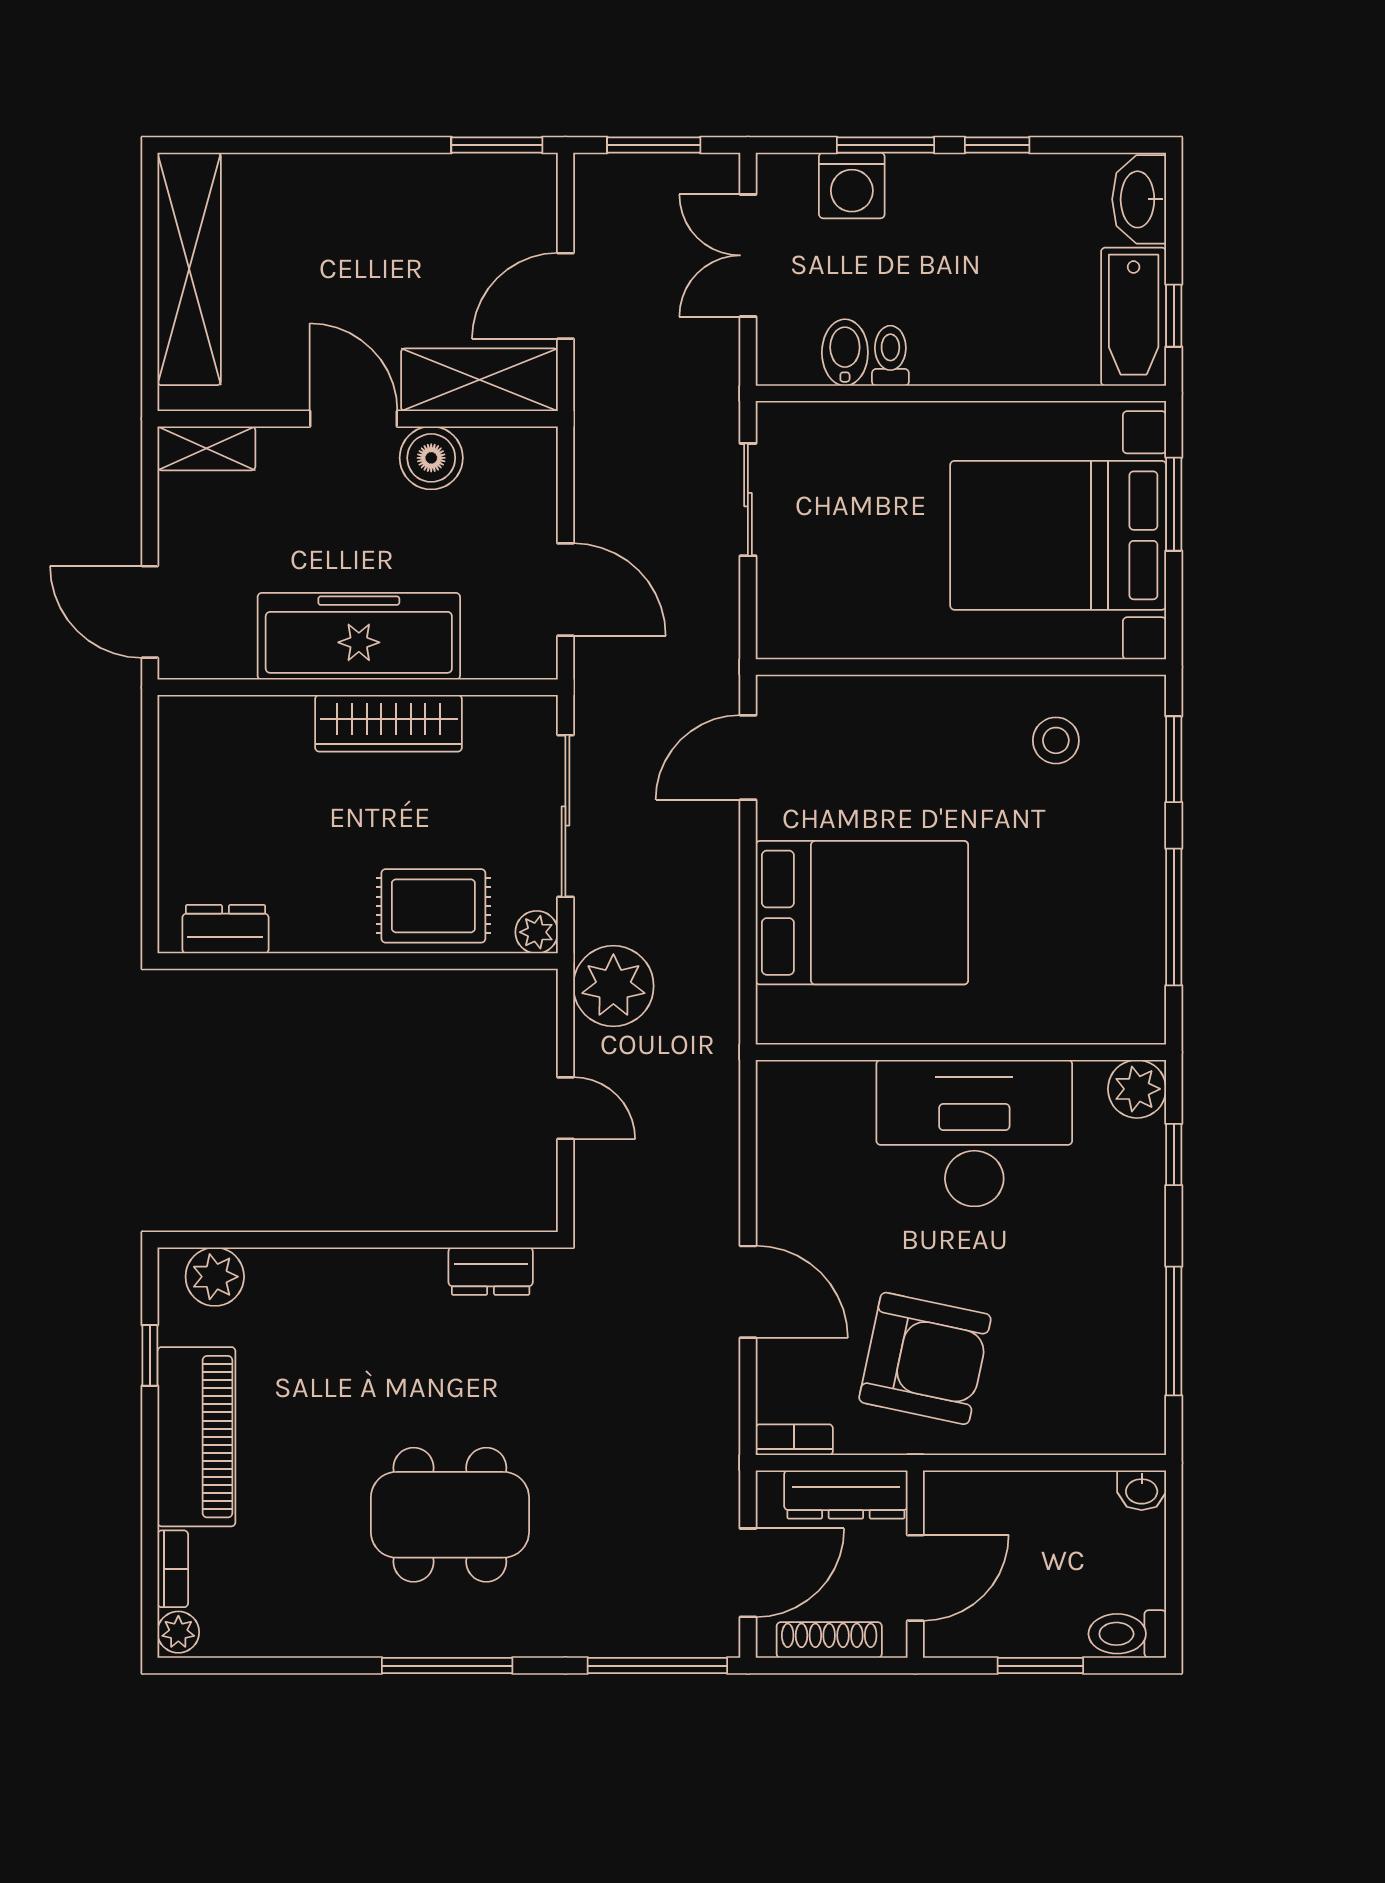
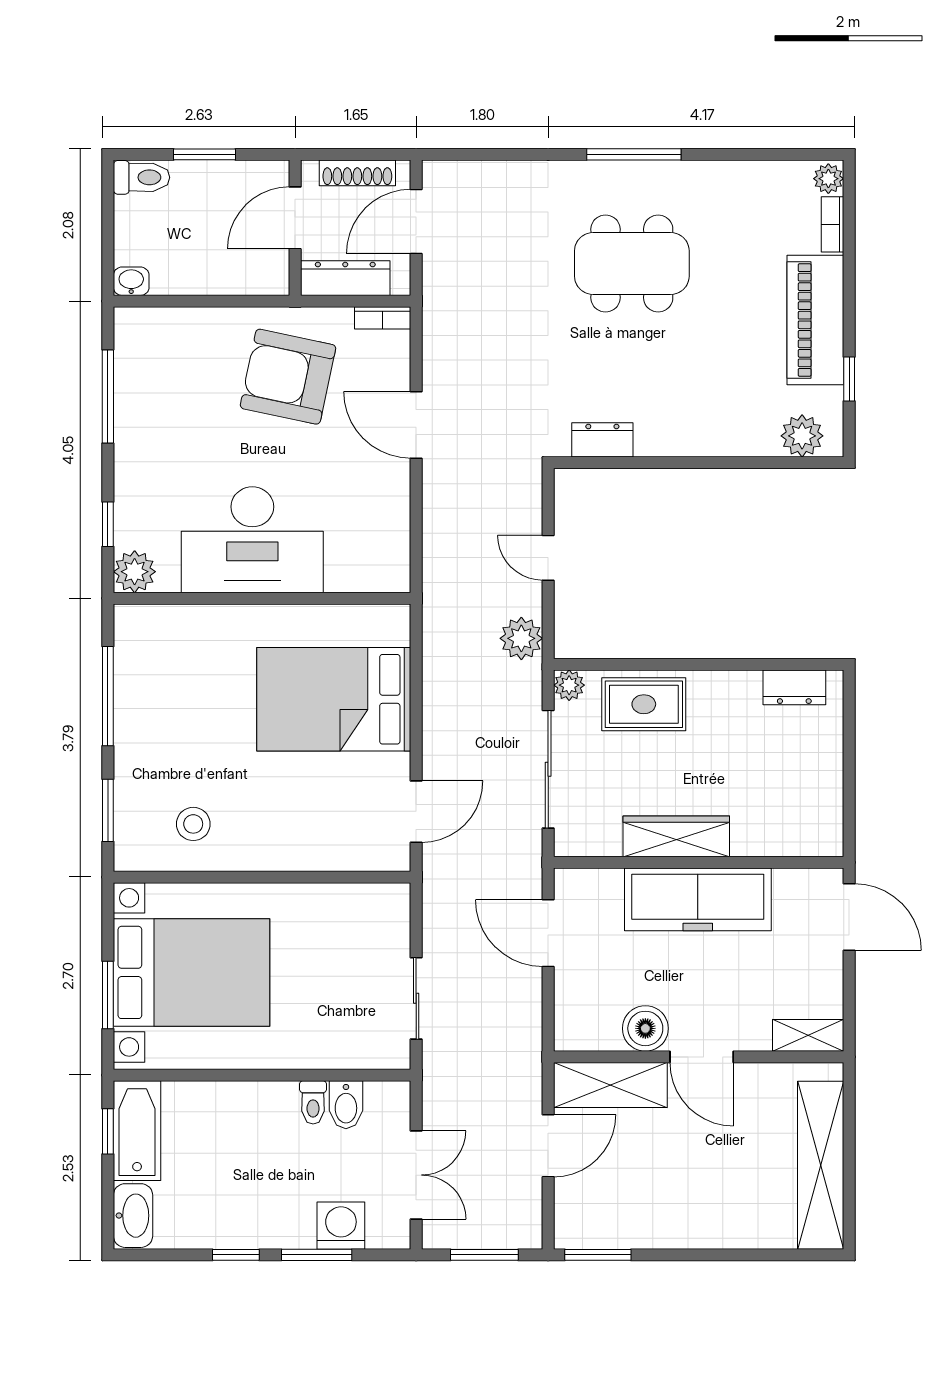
plant: (613, 986) -> (521, 638), width x0.73, depth x0.73
window: (657, 1666) -> (482, 154), removed

